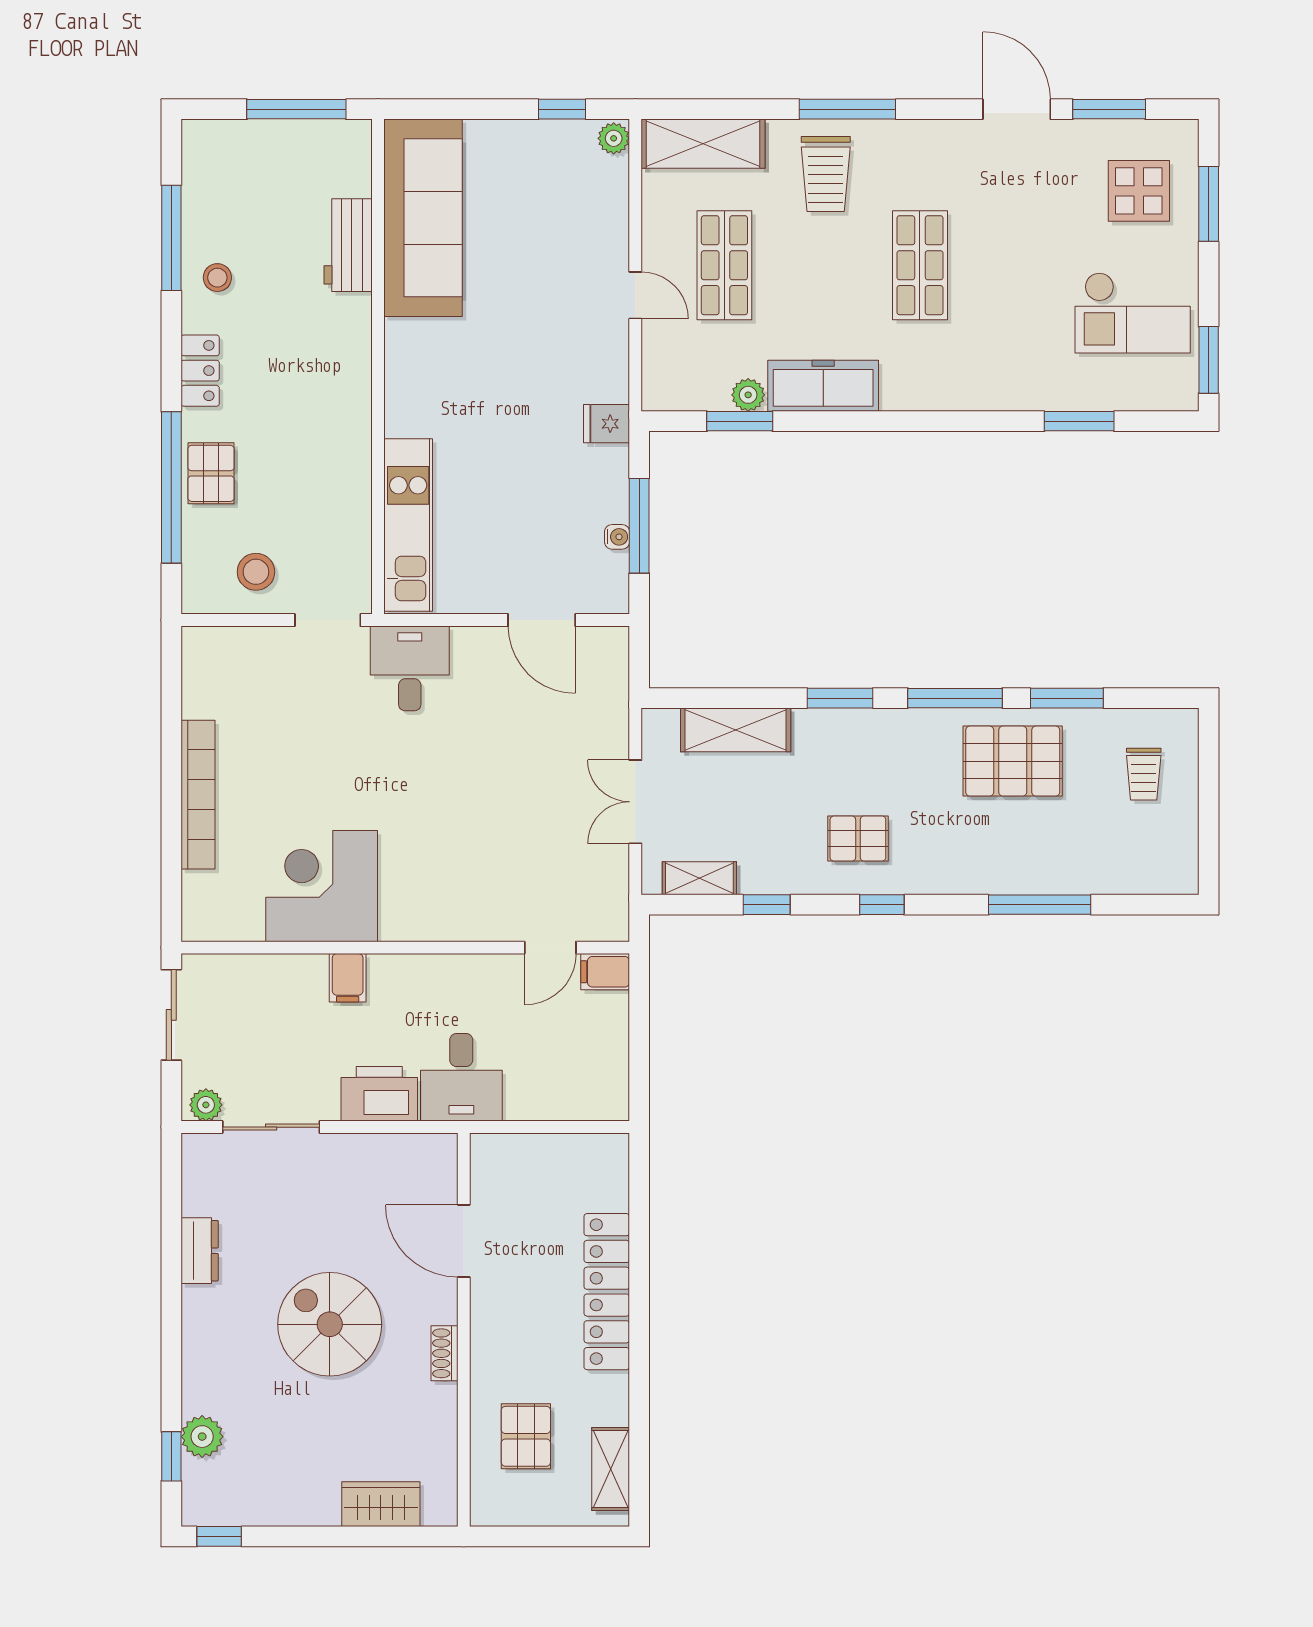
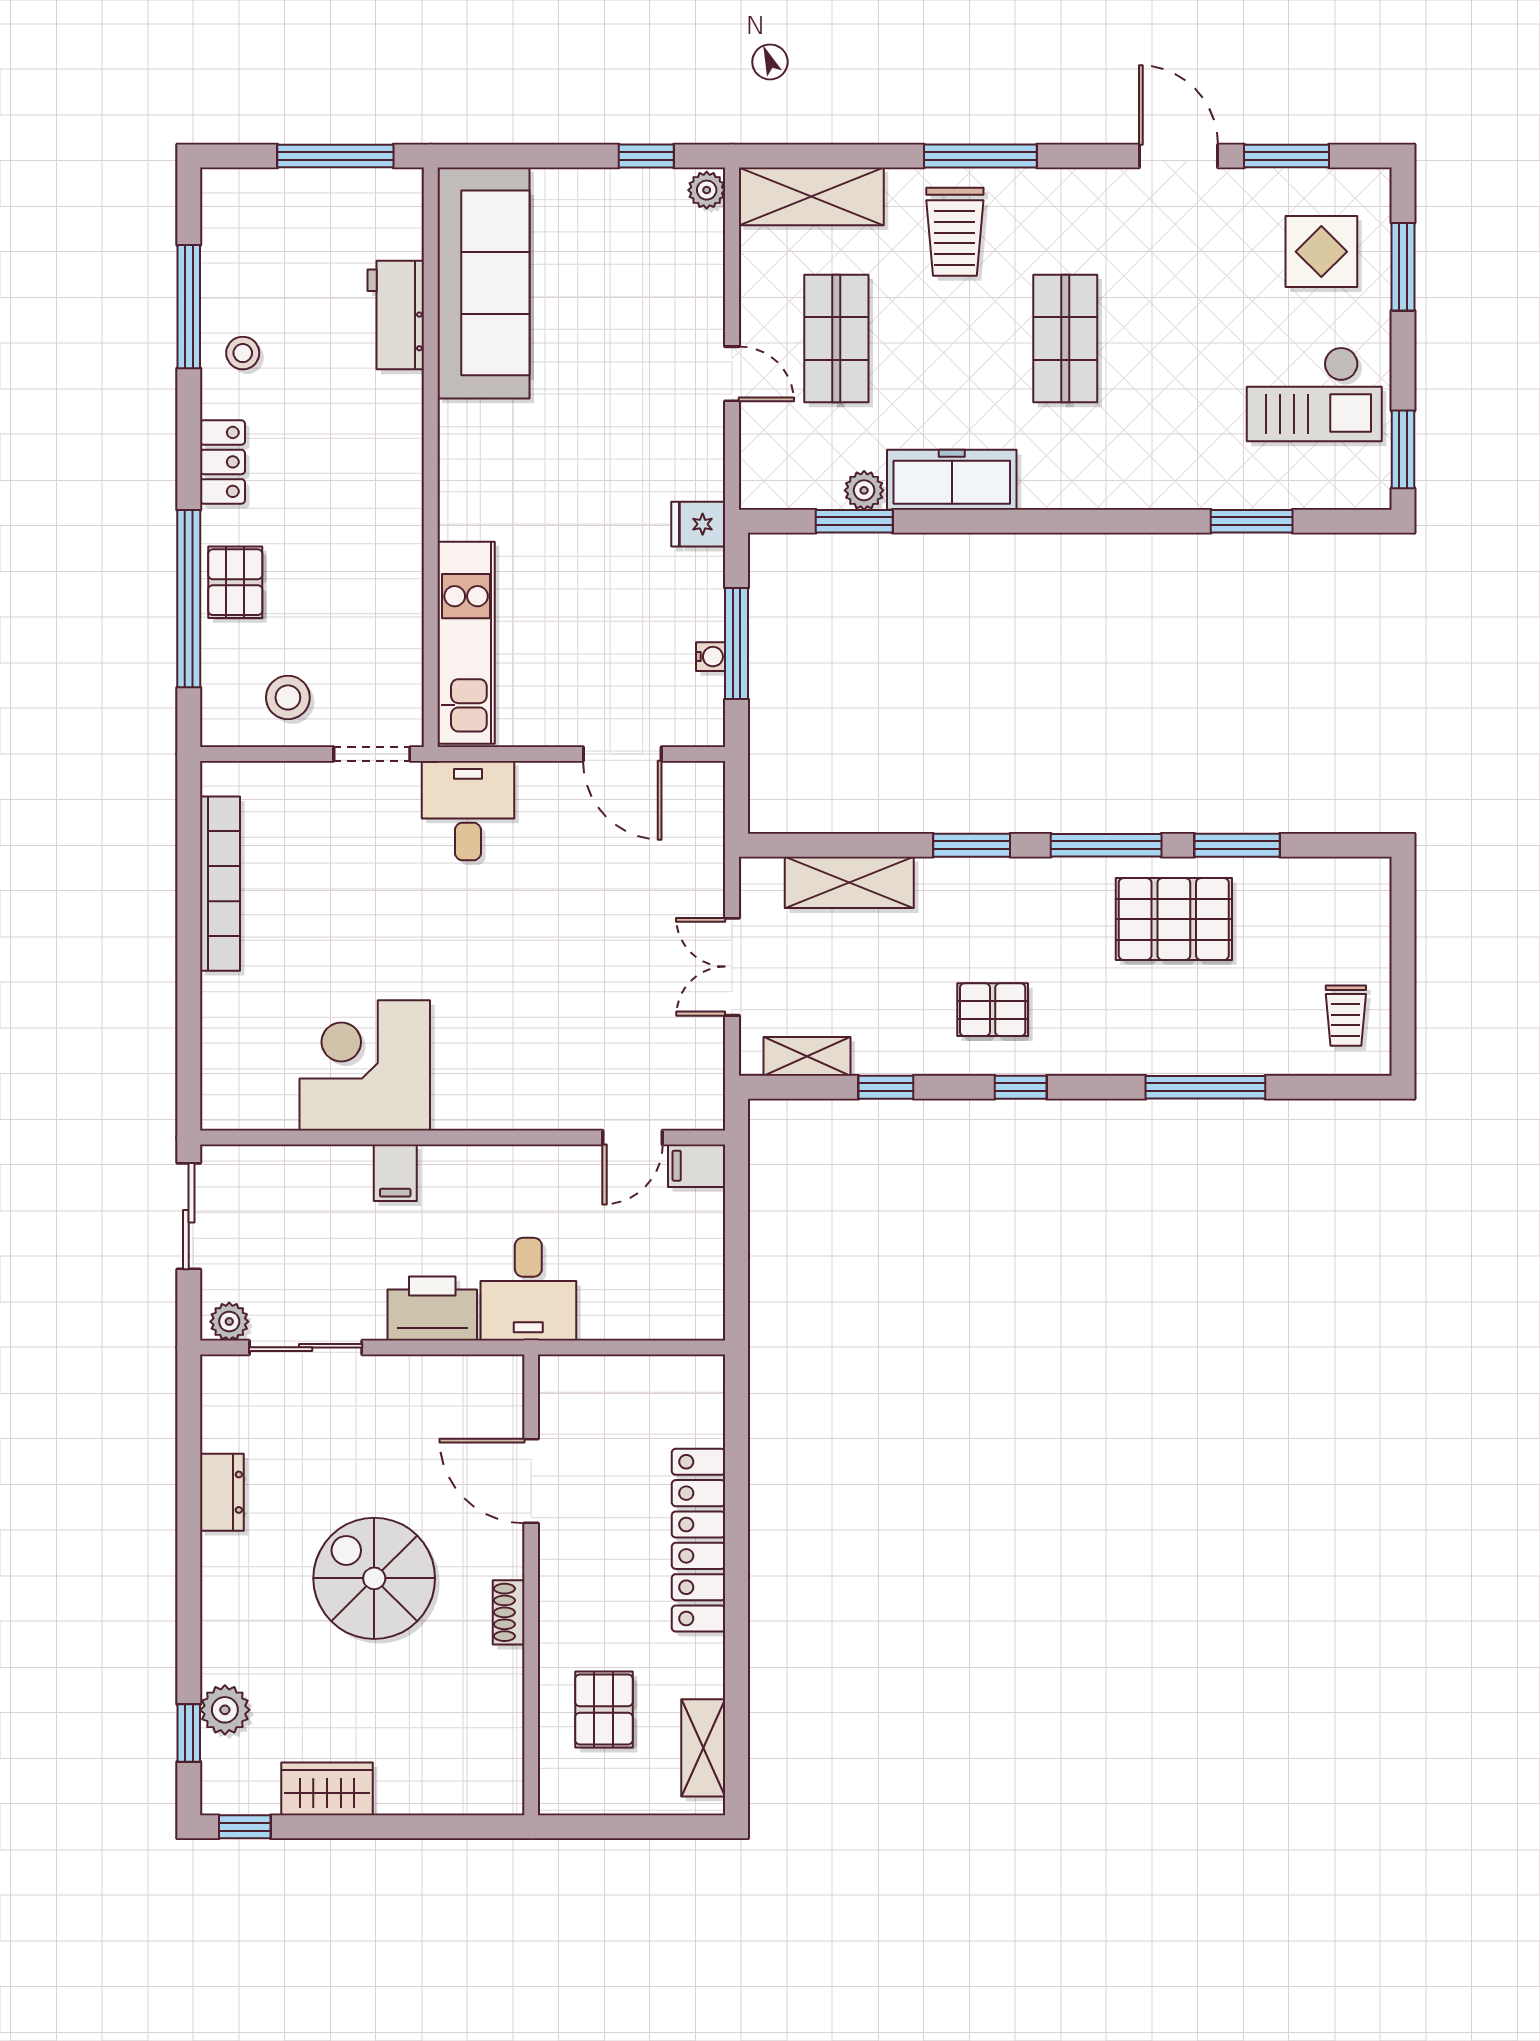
trolley: (1144, 774) -> (1346, 1016), moved
bookcase: (198, 795) -> (220, 884), moved
wardrobe: (381, 1504) -> (327, 1789), moved

